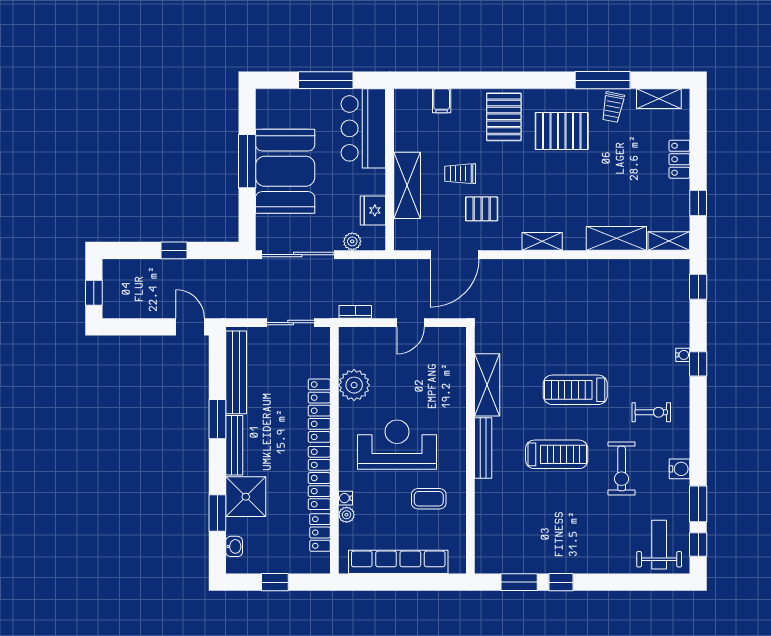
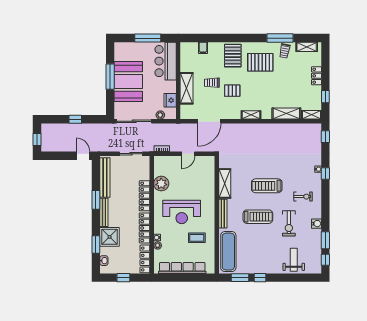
pallet: (482, 209) -> (232, 91), moved
reception desk: (397, 445) -> (182, 212), turned 180
exercise mat: (495, 527) -> (228, 252), added
locker: (320, 532) -> (145, 259), width x1.53
weight bench: (659, 545) -> (294, 260), moved

